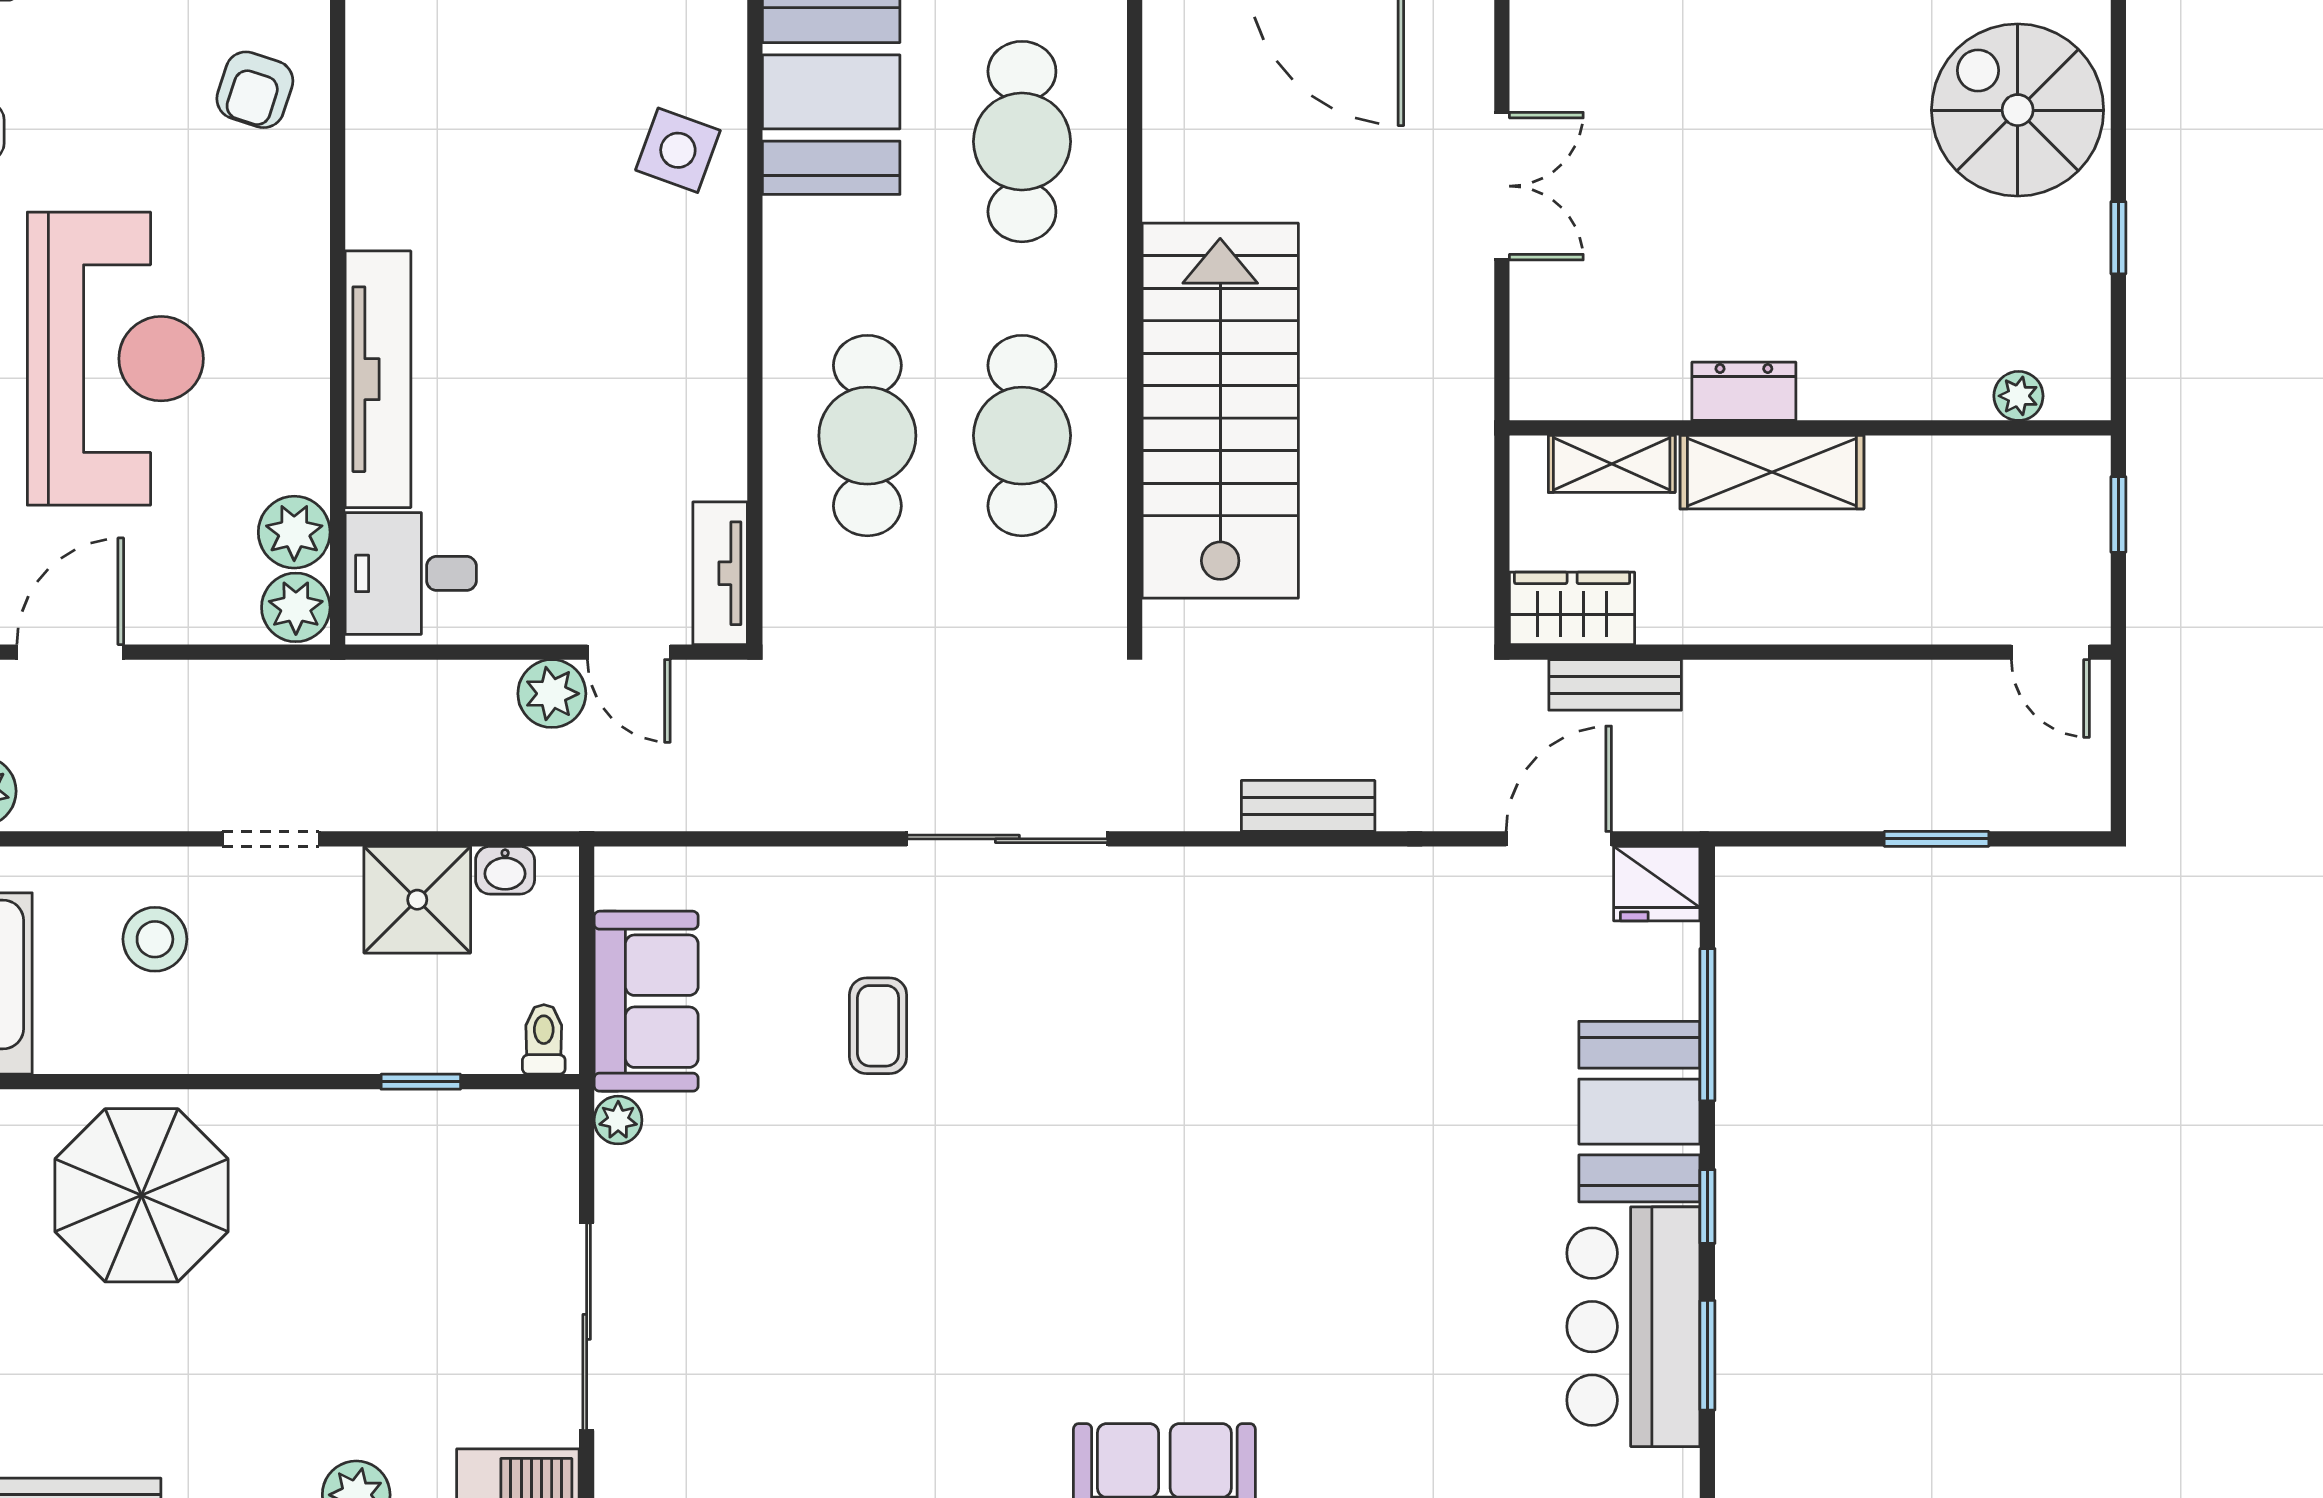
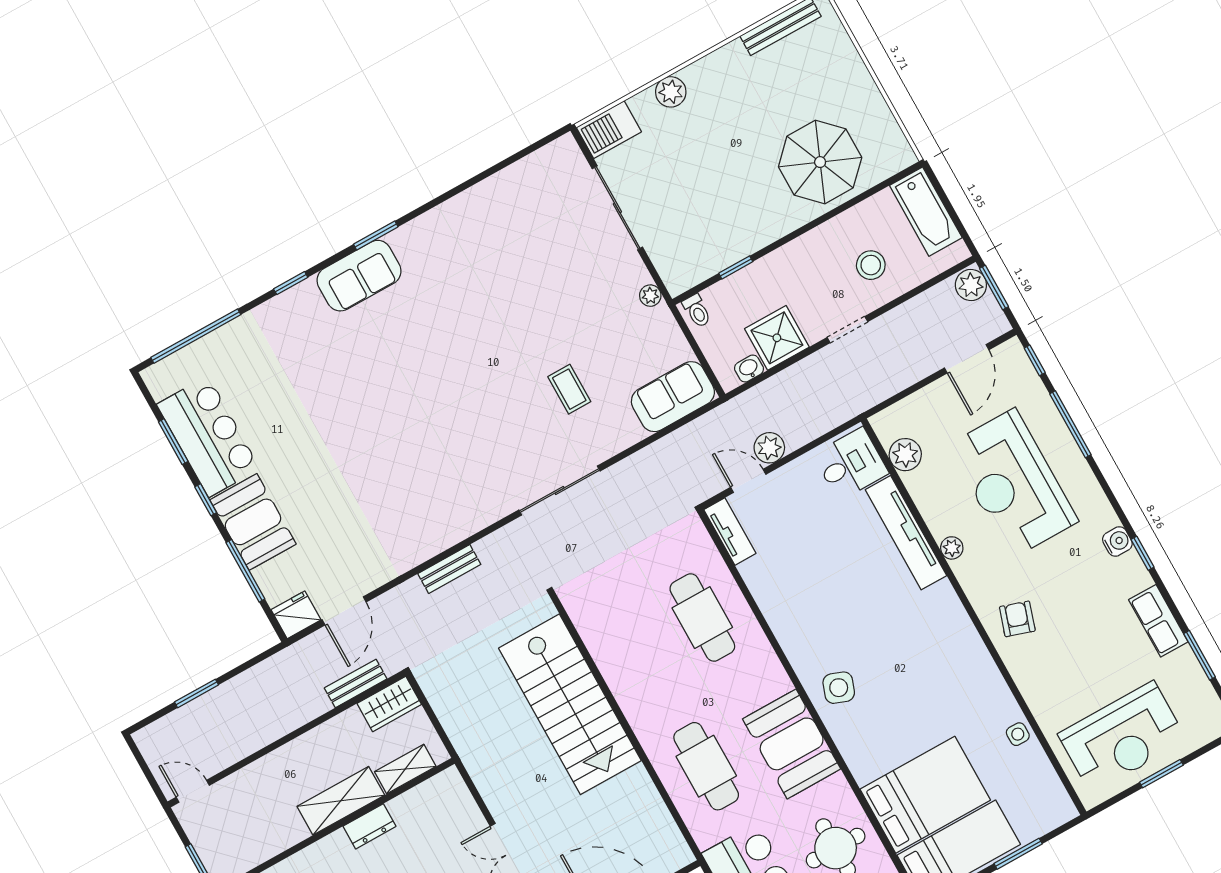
cafe table: (1022, 436) -> (642, 651), removed
plant: (296, 607) -> (952, 548), moved, width x0.73, depth x0.73
sofa: (646, 1001) -> (673, 397), moved, turned 90

